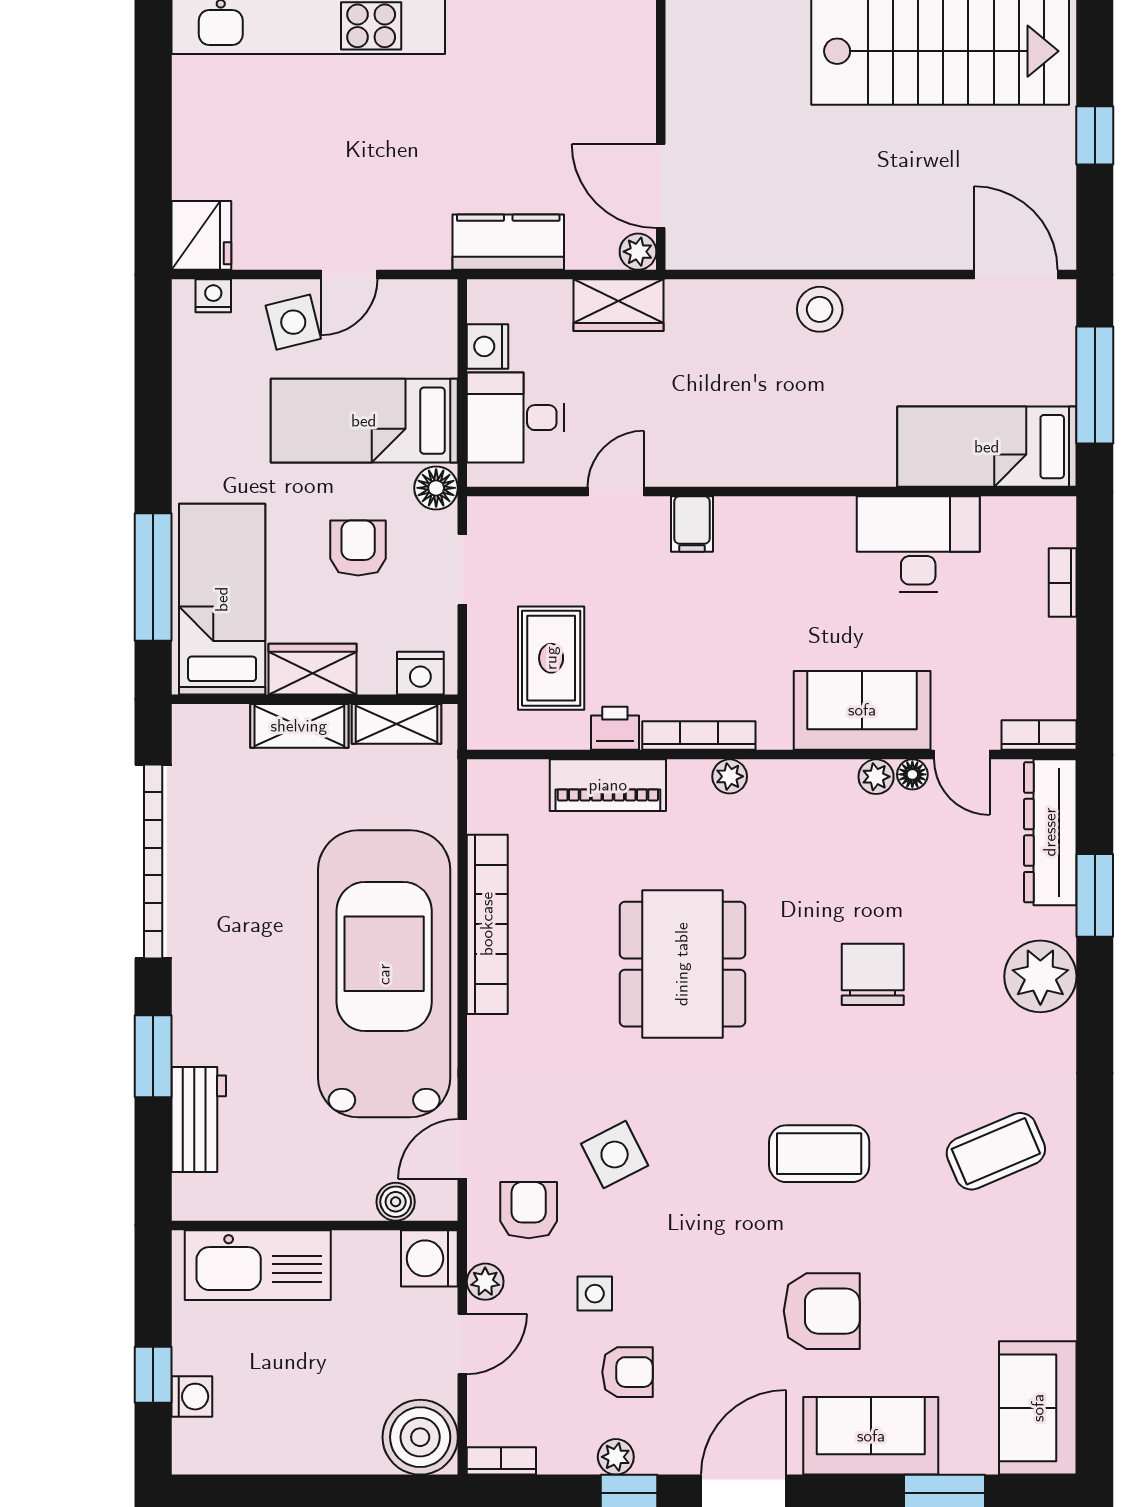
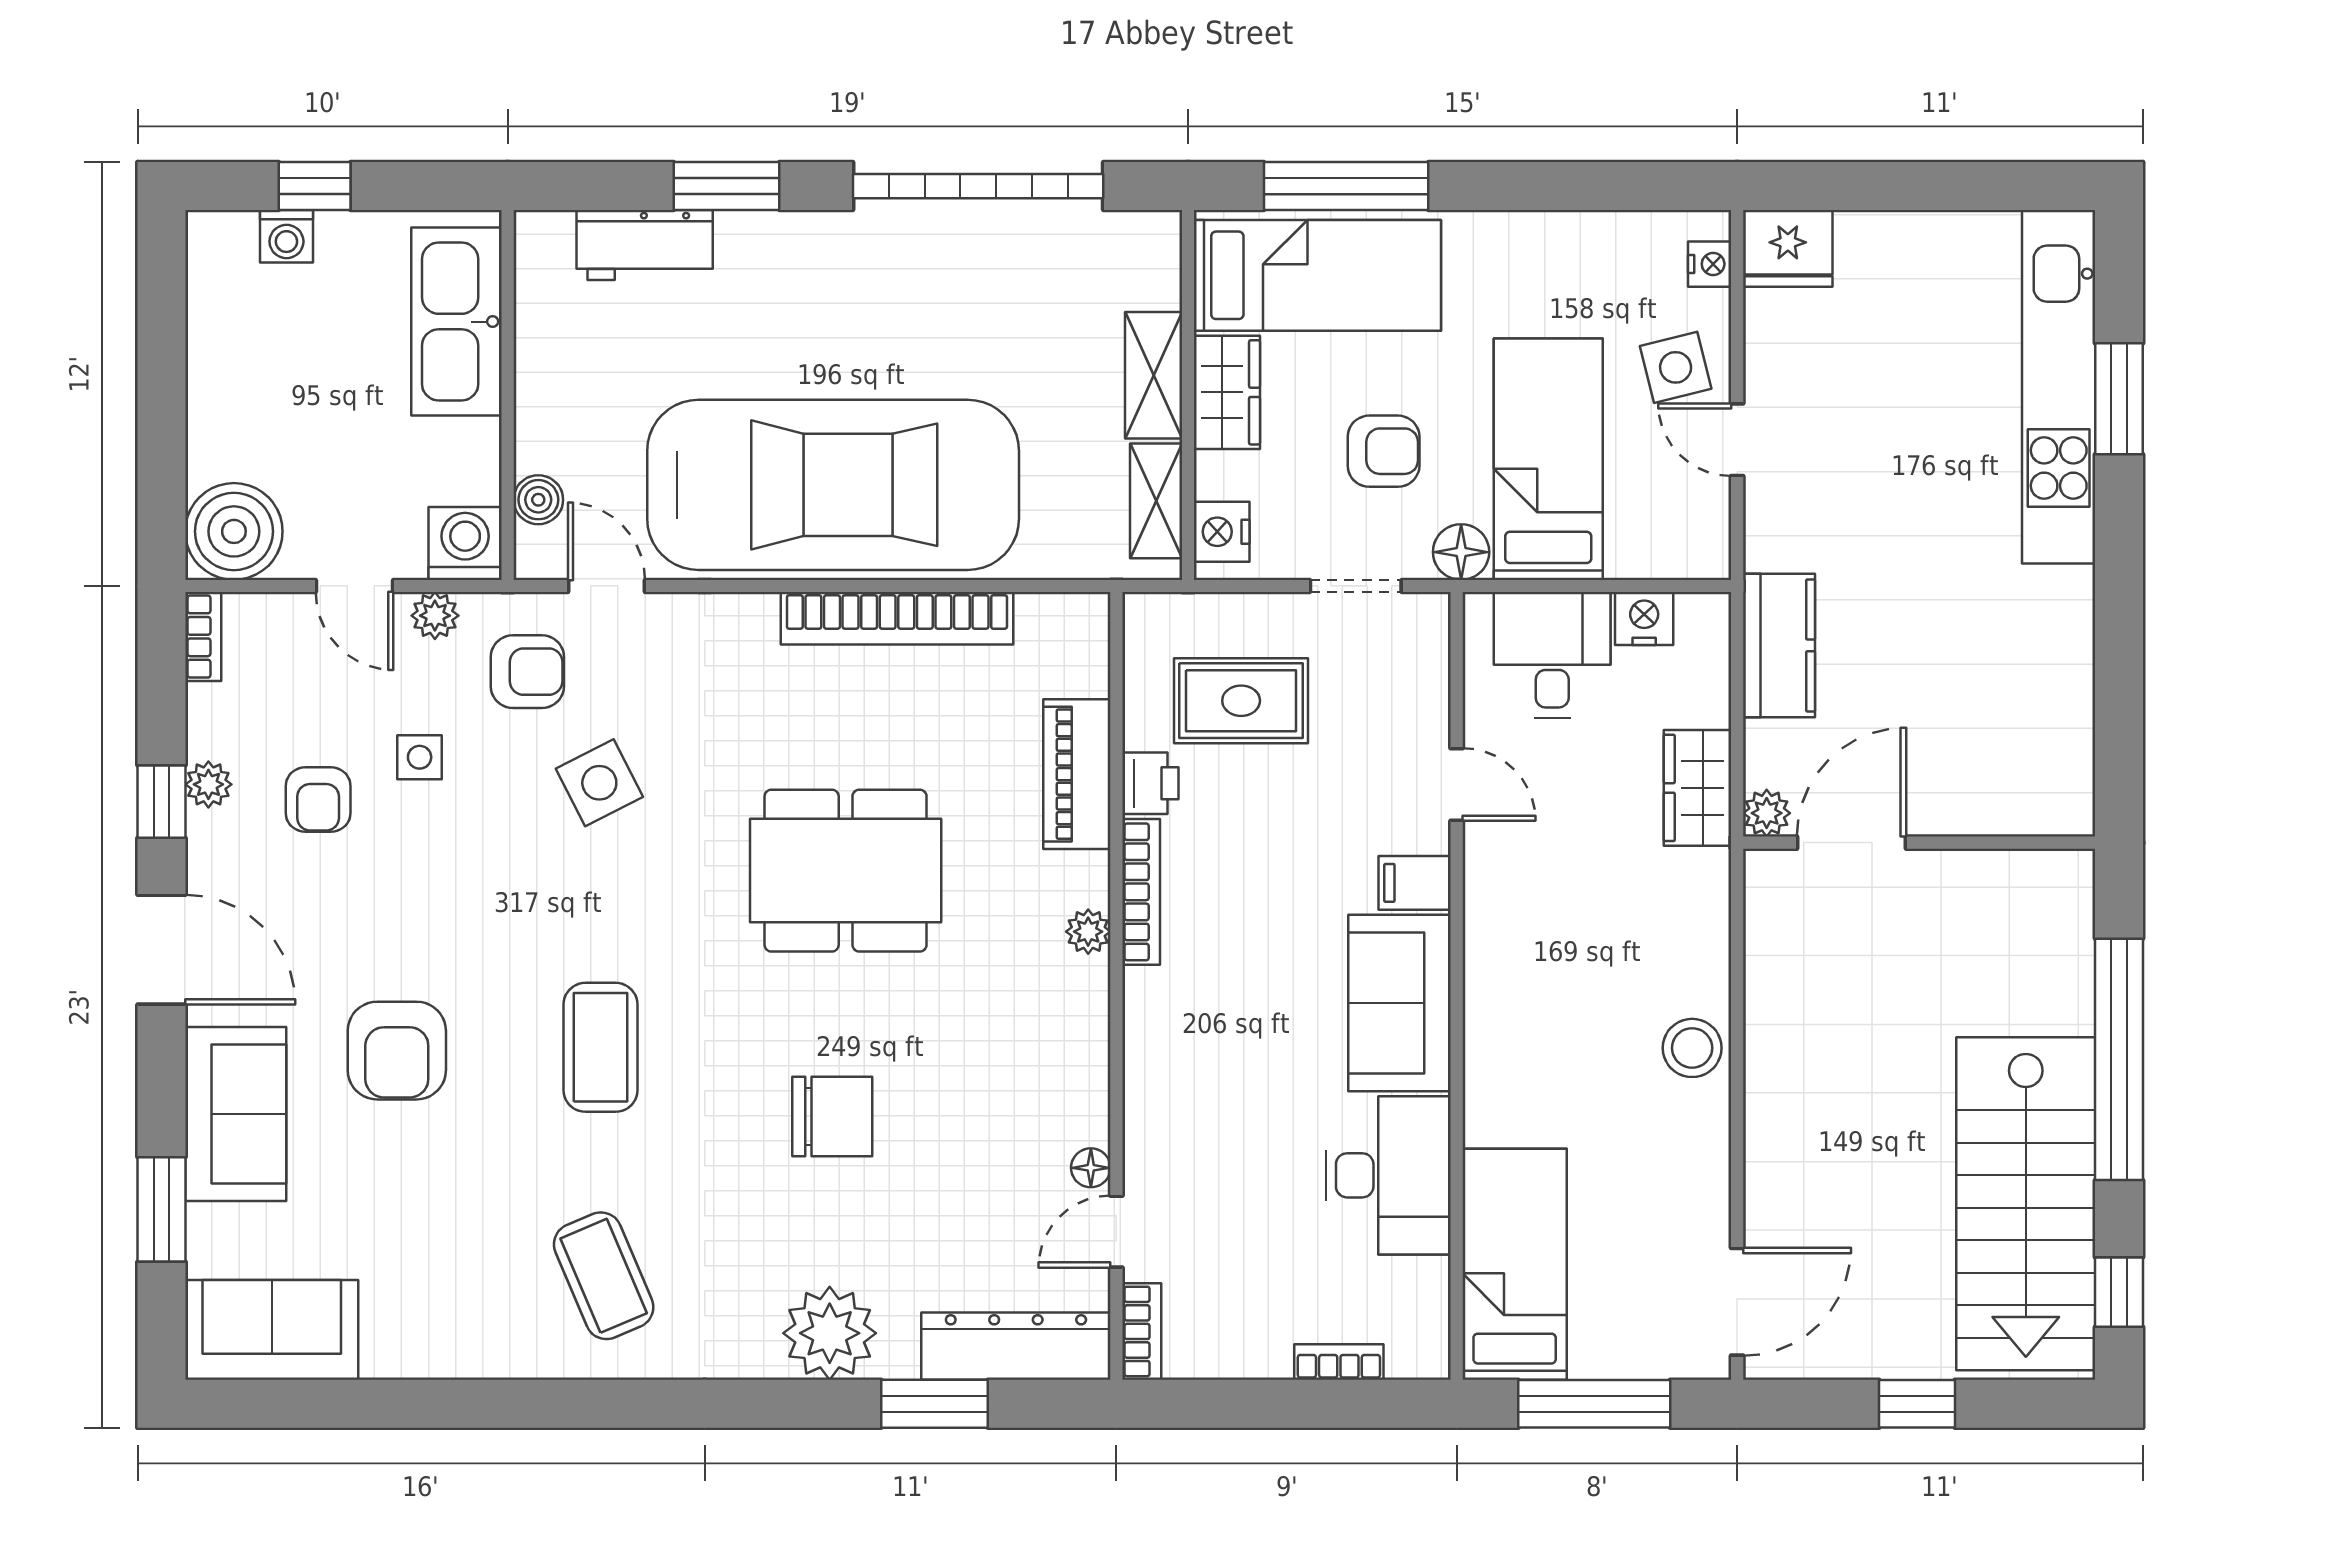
sofa: (862, 710) -> (1400, 1003), moved, turned 180
plant: (876, 777) -> (1088, 1121), removed

